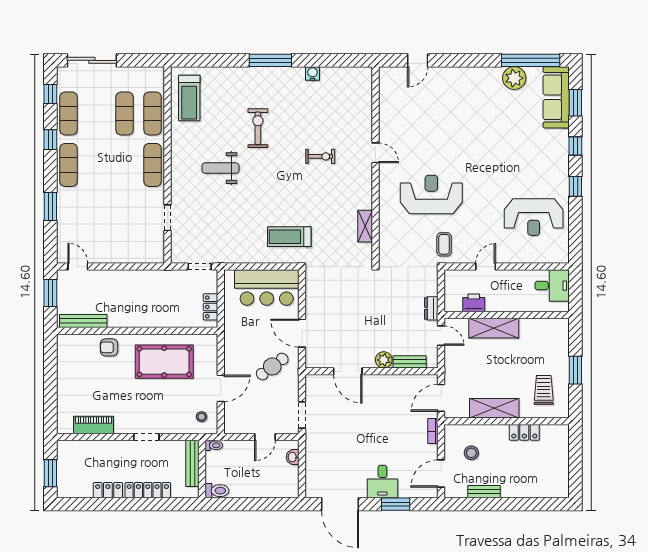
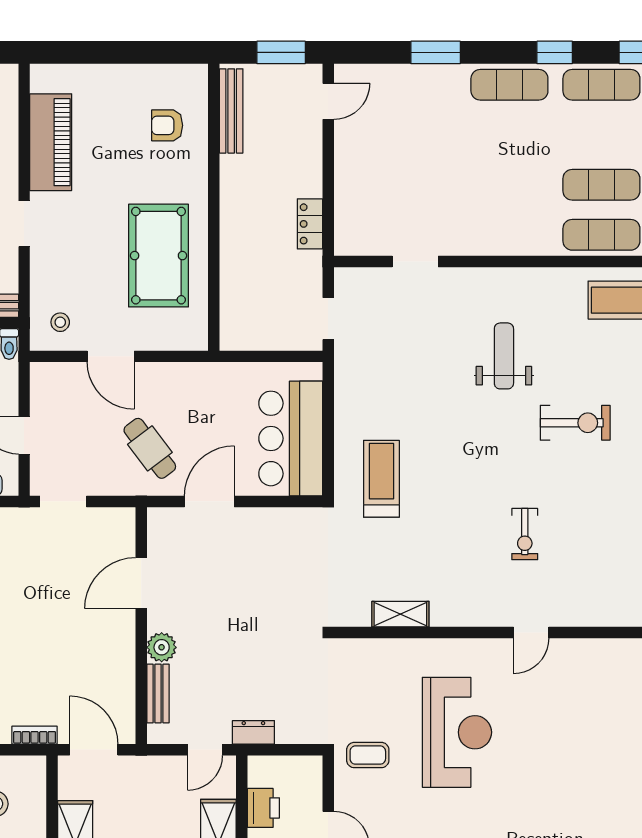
exercise mat: (153, 165) -> (509, 235), removed
locker: (211, 307) -> (310, 224), moved, turned -90
armchair: (109, 347) -> (167, 125), moved, turned -90
piano: (93, 425) -> (51, 142), width x1.37, depth x1.33

